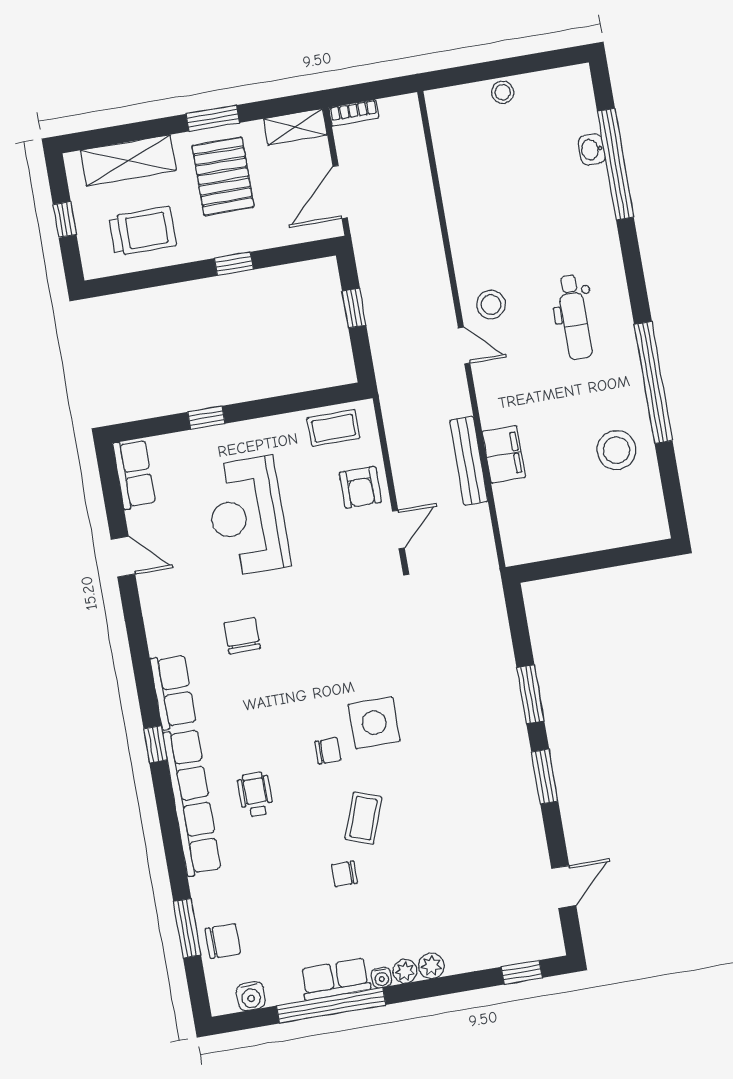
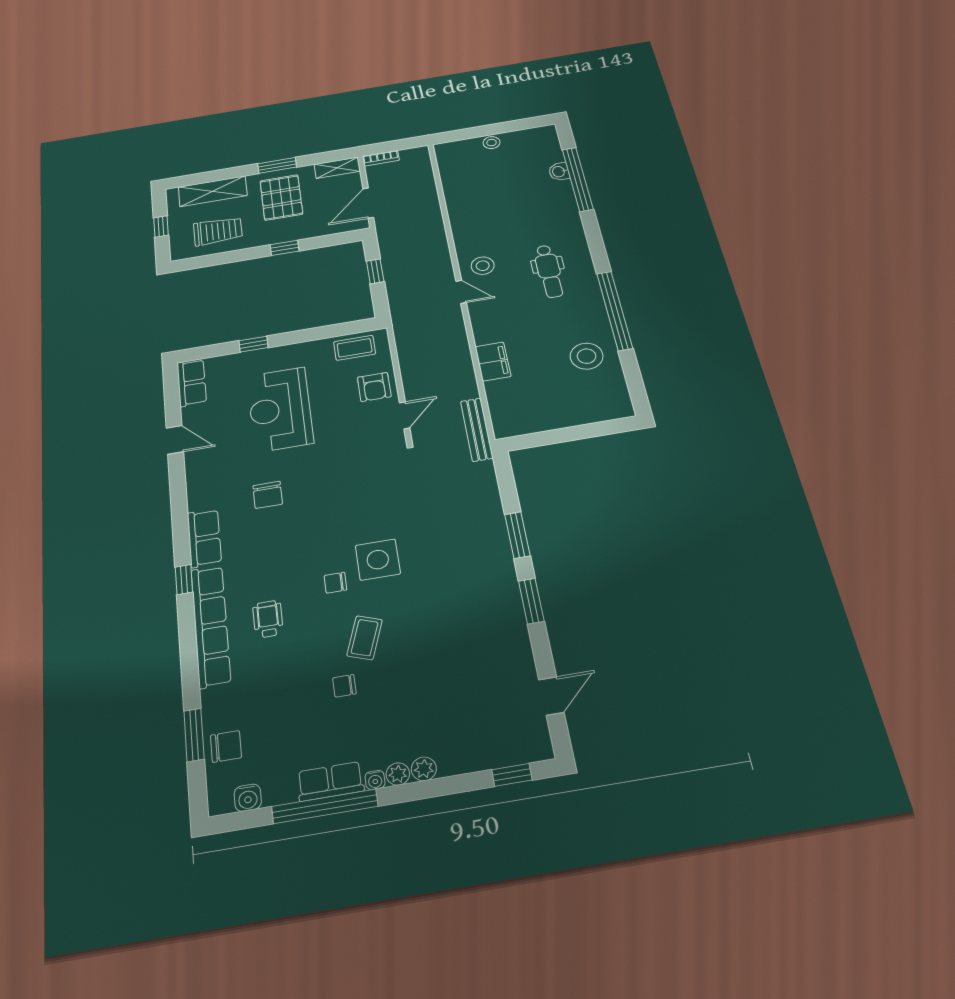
bench: (469, 461) -> (477, 430), moved
chair: (242, 636) -> (268, 495), turned 180
chair: (328, 751) -> (335, 583), turned 180

